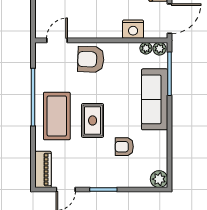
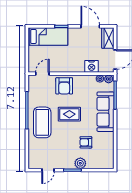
armchair: (91, 59) -> (64, 86), turned -92
rug: (93, 120) -> (69, 114), moved, turned 90
piano: (43, 169) -> (33, 157), removed
plant: (159, 179) -> (80, 163), moved

